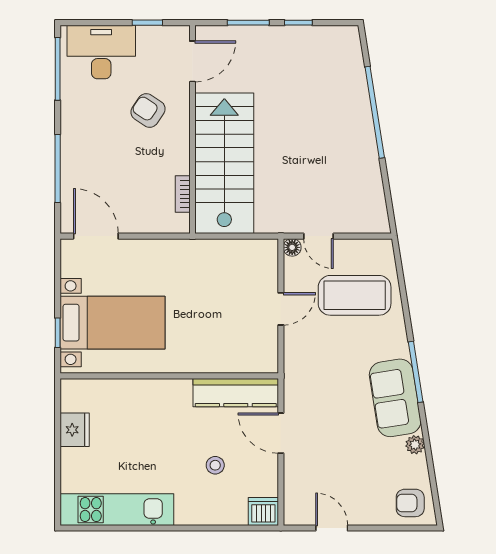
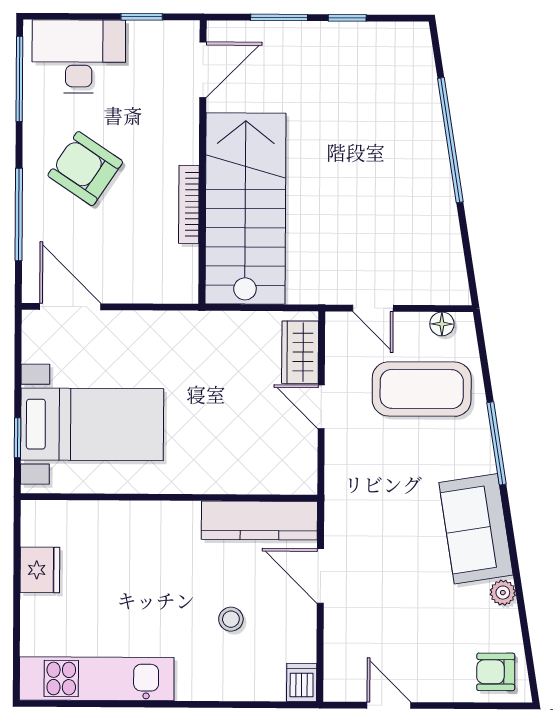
armchair: (148, 110) -> (85, 169), moved, width x1.38, depth x1.38
bookcase: (183, 194) -> (189, 204), moved, width x1.56
floor lamp: (292, 247) -> (442, 324), moved
wardrobe: (265, 269) -> (300, 352), added
door: (281, 309) -> (321, 407), swing flipped
window: (416, 372) -> (496, 443), moved
dishwasher: (263, 511) -> (302, 682), width x0.73

